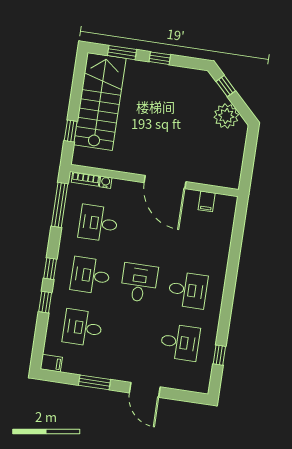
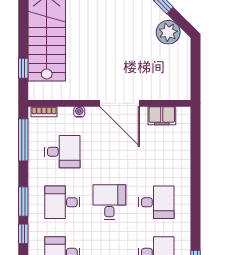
water cooler: (106, 182) -> (79, 112), moved
filing cabinet: (207, 201) -> (162, 116), width x2.00
desk: (98, 223) -> (62, 152), turned 180
window: (50, 269) -> (23, 201), width x1.50

